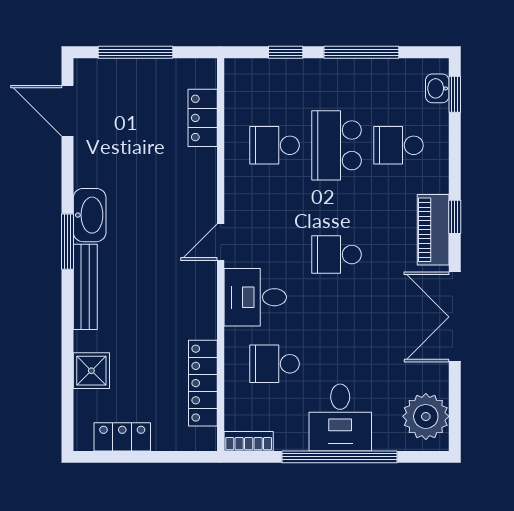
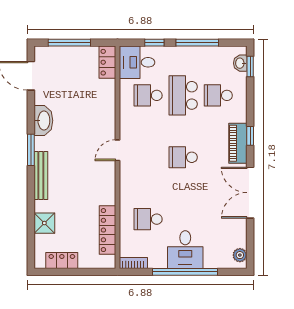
locker: (203, 118) -> (107, 62), moved
washbasin: (90, 215) -> (43, 121), moved
desk: (255, 297) -> (137, 62), moved
plant: (426, 416) -> (240, 255), width x0.53, depth x0.53

